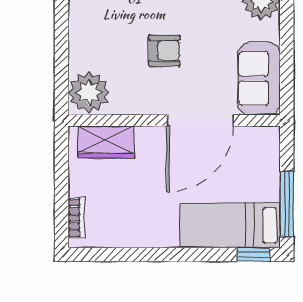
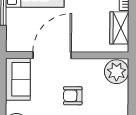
wardrobe: (106, 142) -> (119, 28), moved, turned -90

